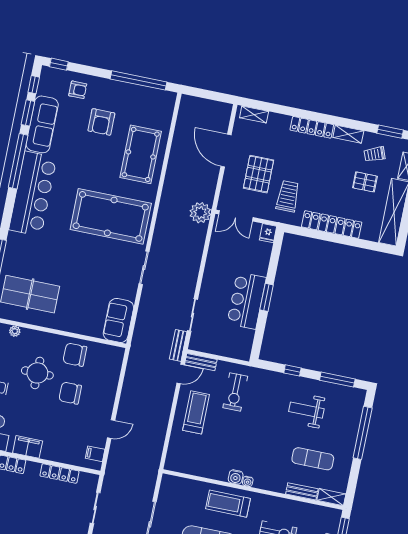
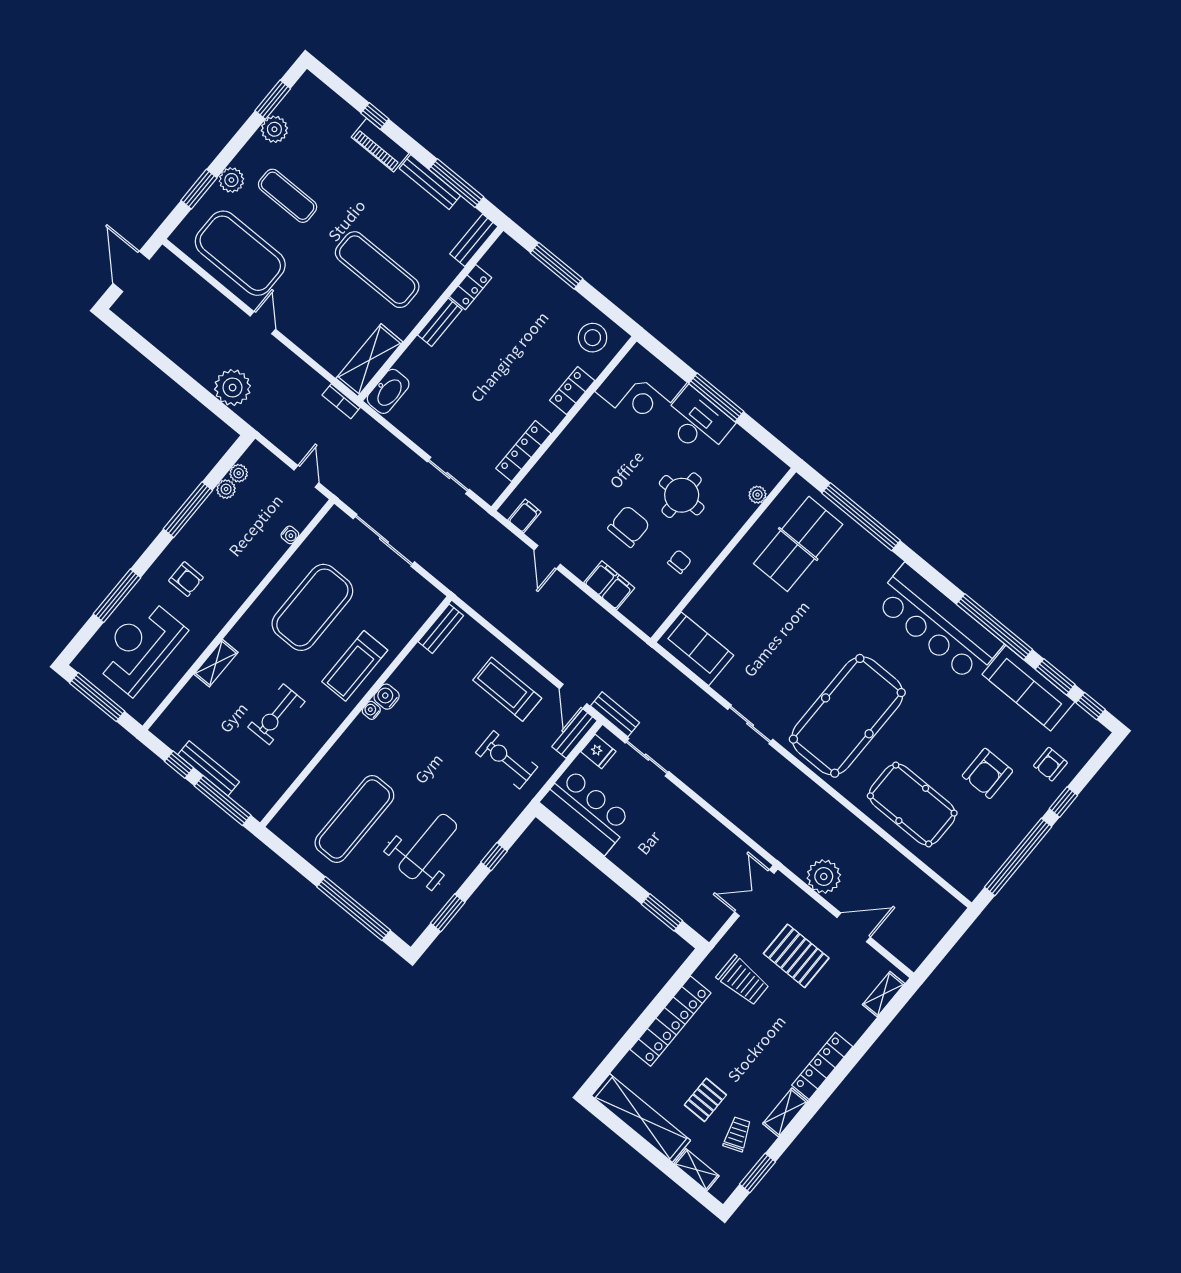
window: (59, 64) -> (1063, 802), moved
armchair: (101, 122) -> (987, 773), turned -90
door: (226, 151) -> (854, 927), width x0.73
plant: (200, 213) -> (824, 876), moved
fridge: (268, 233) -> (598, 751), moved, turned 180
window: (267, 297) -> (662, 912), moved
bar counter: (246, 301) -> (587, 811), moved
chair: (75, 355) -> (679, 562), width x0.54, depth x0.54
window: (337, 380) -> (448, 913), width x0.69
weight bench: (306, 410) -> (428, 847), width x1.36, depth x1.33
treadmill: (196, 412) -> (507, 689), turned 180
filing cabinet: (28, 447) -> (609, 585), moved, turned -90
exercise mat: (313, 459) -> (354, 819), width x1.36, depth x1.45
bench: (302, 491) -> (441, 629), moved
shelving: (331, 497) -> (286, 816), removed
treadmill: (228, 504) -> (355, 666), turned 180

